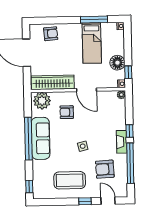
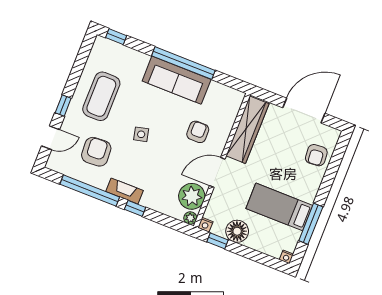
plant: (42, 101) -> (192, 196), moved

